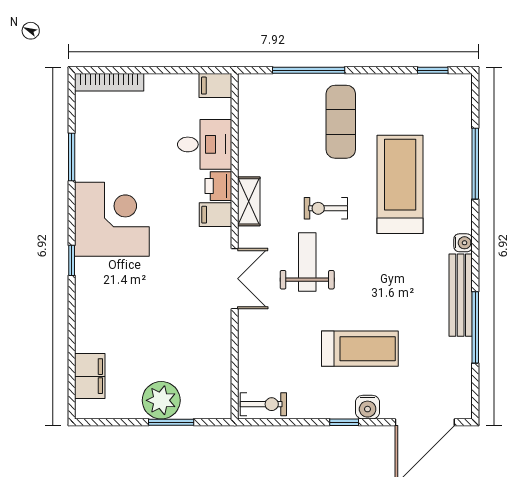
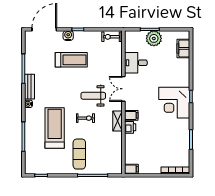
desk: (205, 144) -> (136, 63), moved
treadmill: (400, 184) -> (55, 128), turned 180
corner desk: (112, 219) -> (174, 103), moved
weight bench: (307, 262) -> (93, 96), turned 90
bench: (461, 295) -> (30, 87), width x0.73
treadmill: (360, 349) -> (71, 60), turned 180

